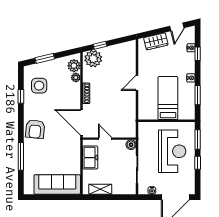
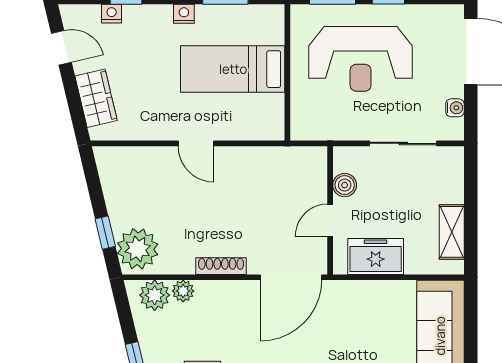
boiler: (131, 145) -> (345, 185), moved
reception desk: (172, 151) -> (361, 59), turned 180

